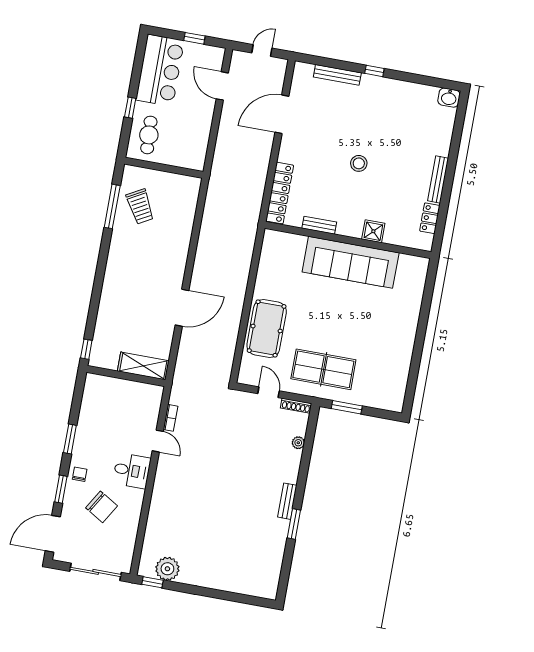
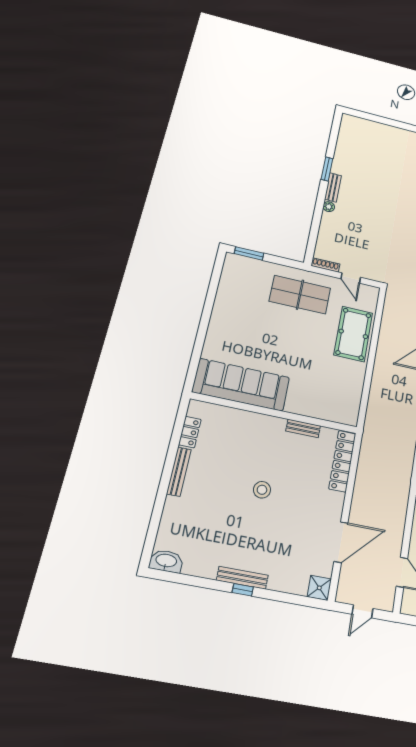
bench: (337, 75) -> (242, 578), moved
washbasin: (449, 98) -> (166, 561), width x1.38
shower: (373, 231) -> (319, 588), moved
sofa: (351, 262) -> (241, 385), moved
window: (347, 407) -> (249, 253), moved
plant: (298, 443) -> (329, 207), moved

